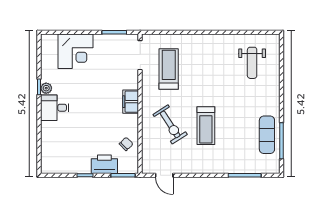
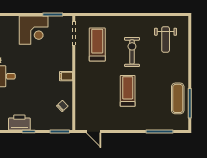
corner desk: (75, 51) -> (34, 30), moved
filing cabinet: (131, 102) -> (66, 76), width x0.50
exercise bike: (170, 124) -> (132, 52), moved, turned -147
treadmill: (206, 126) -> (128, 91), turned 180
printer: (104, 164) -> (19, 123), moved

